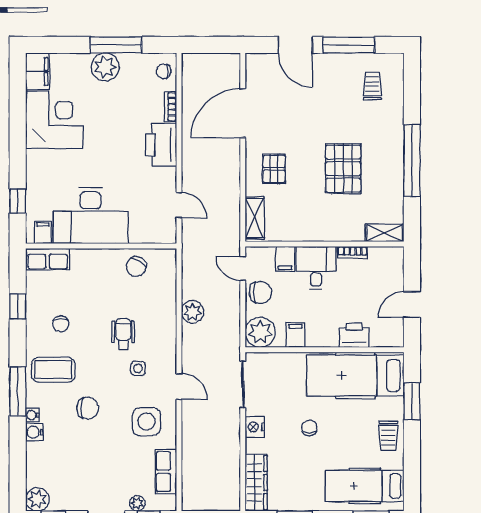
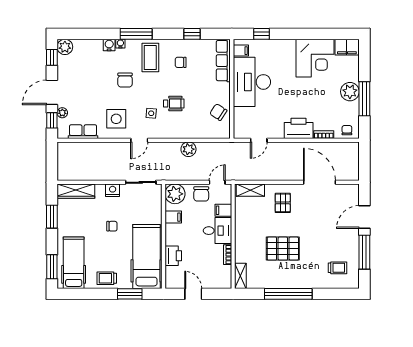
pallet: (274, 169) -> (283, 203), turned 90
row of seats: (48, 259) -> (223, 61), width x1.48

